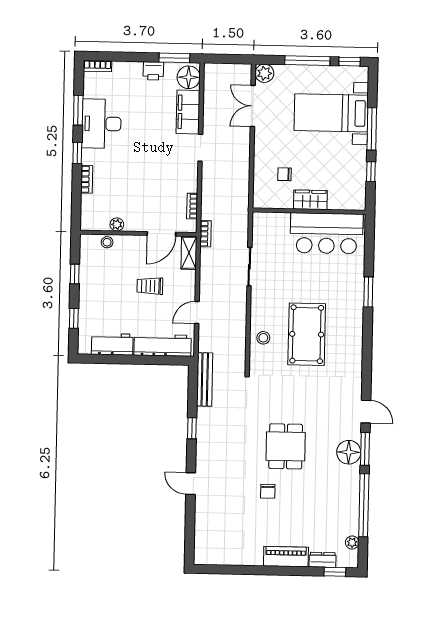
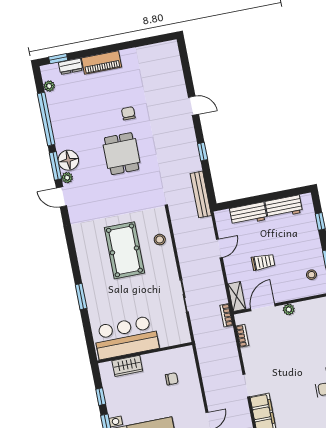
wardrobe: (310, 200) -> (127, 366), moved
plant: (117, 224) -> (289, 309), moved
stool: (107, 242) -> (311, 275), moved
workbench: (163, 345) -> (248, 214), width x0.73
plant: (354, 432) -> (67, 178), added

